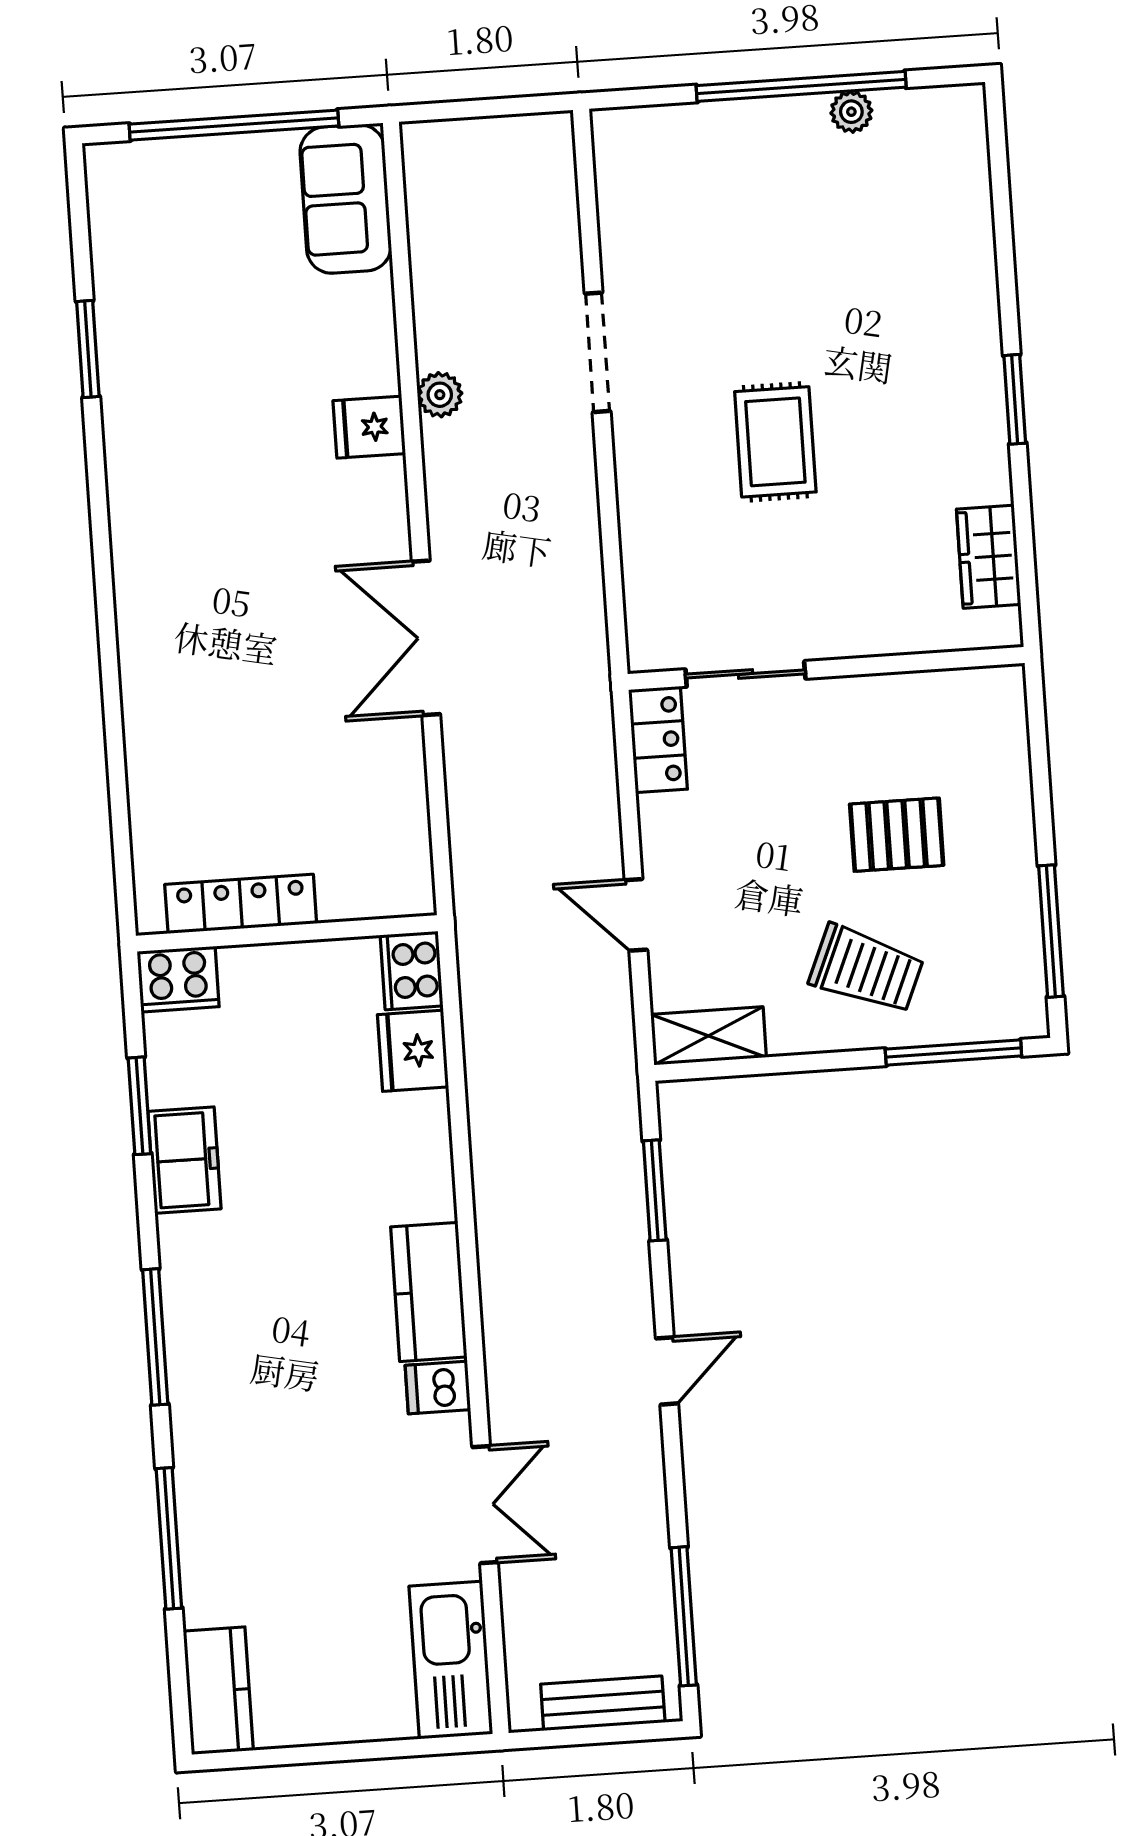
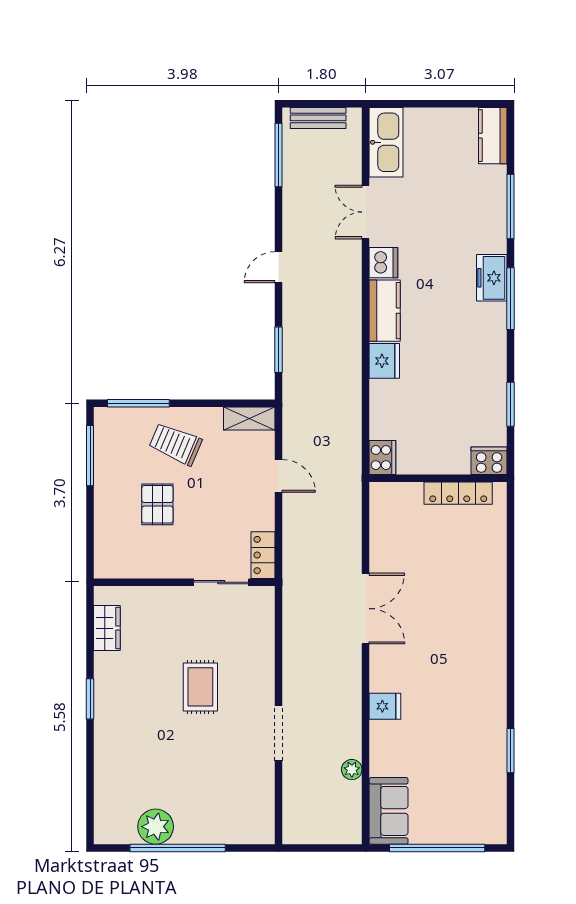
plant: (851, 112) -> (156, 827), width x1.87, depth x1.87
plant: (440, 395) -> (352, 770), moved
pallet: (897, 835) -> (157, 504), turned 90
fridge: (413, 1051) -> (384, 361), moved
freezer: (184, 1160) -> (492, 278), moved
dishwasher: (438, 1387) -> (383, 263), width x1.38

